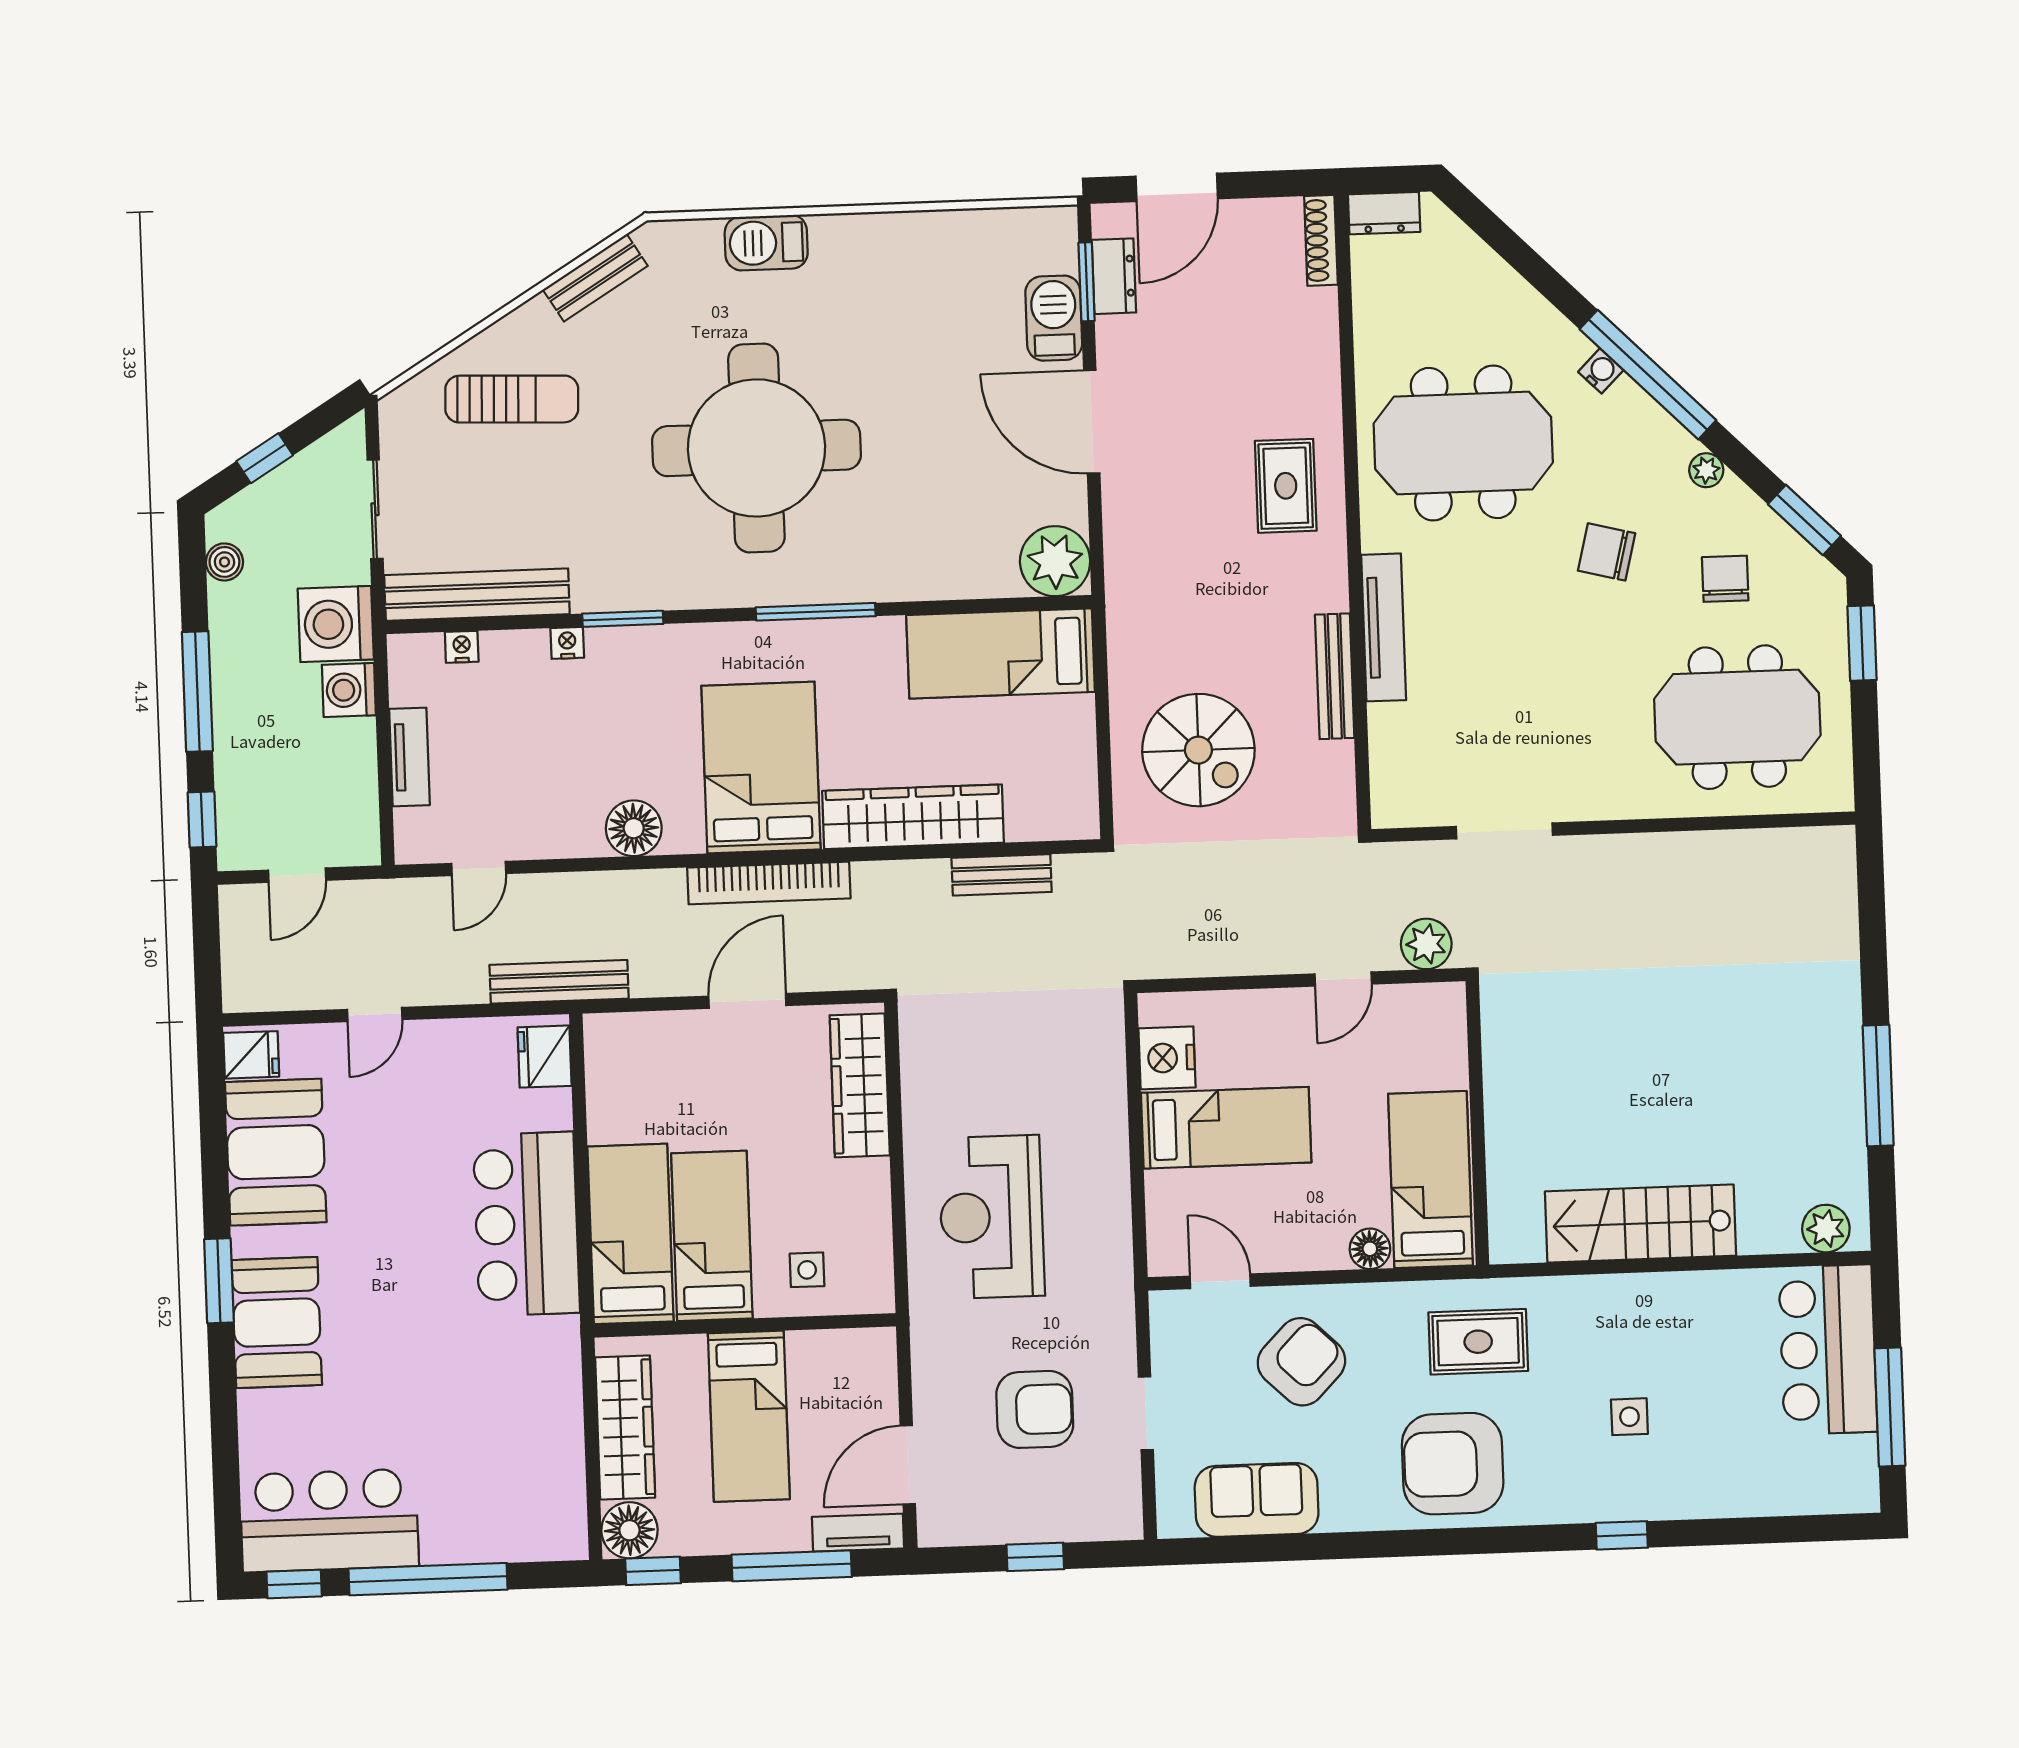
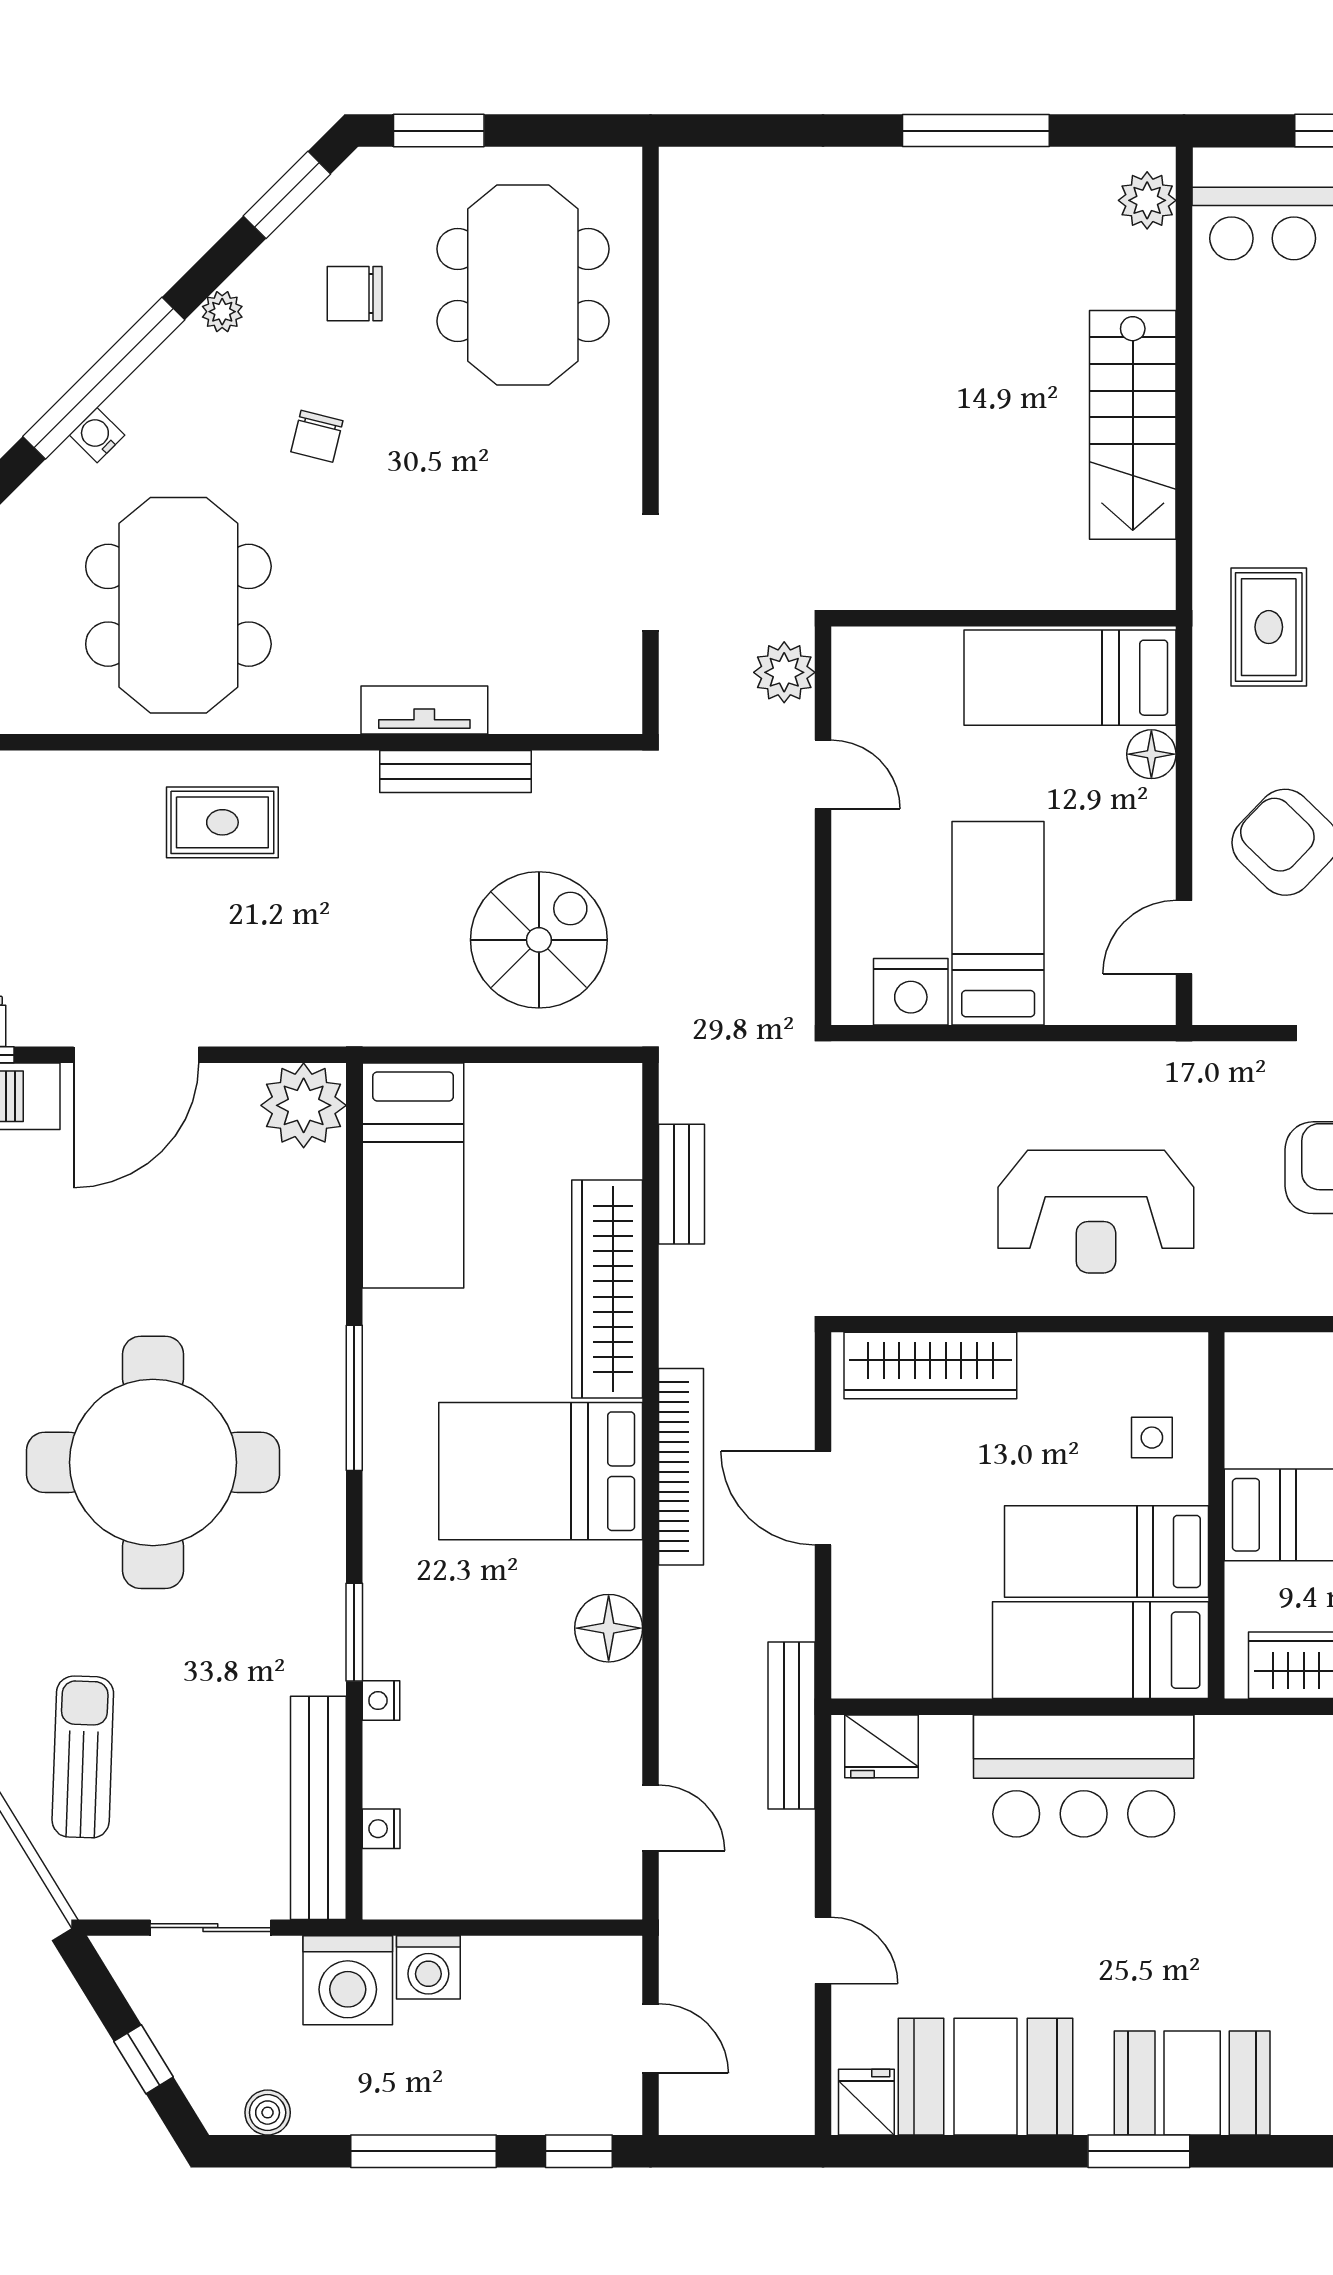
chair: (1607, 552) -> (317, 436), width x0.73, depth x0.73
tv unit: (1384, 627) -> (424, 710), width x0.71
tv unit: (409, 757) -> (512, 1897), removed

